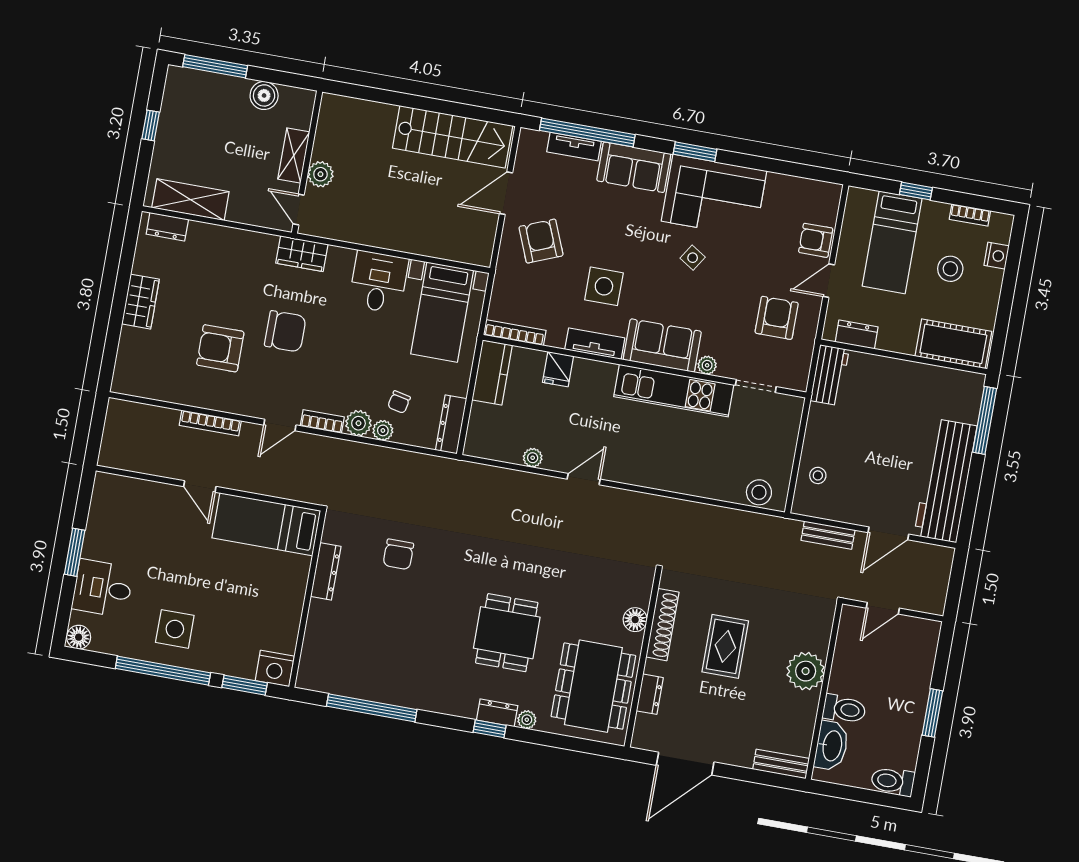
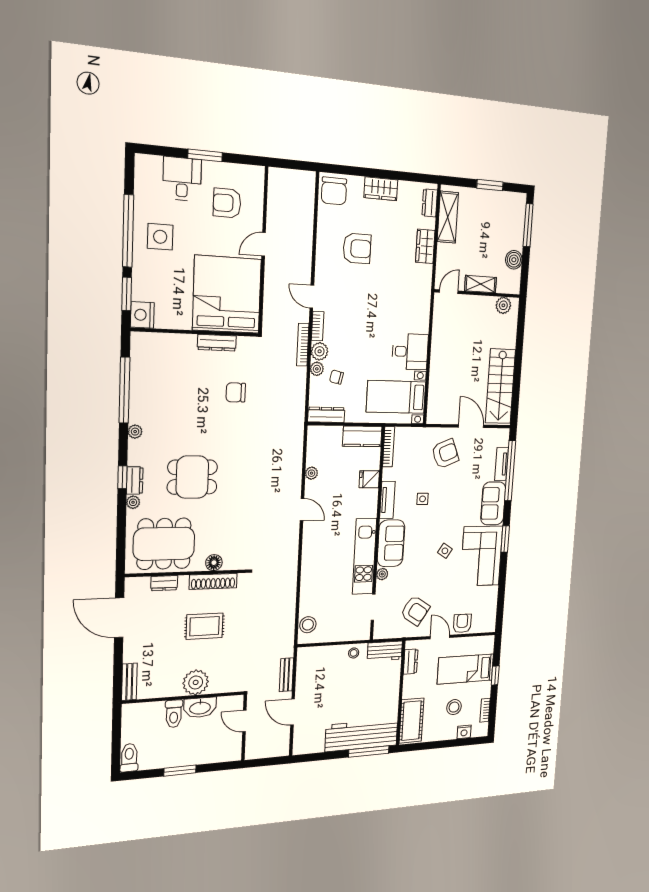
window: (151, 125) -> (490, 185), width x1.50
plant: (320, 174) -> (503, 305), moved
wardrobe: (302, 254) -> (425, 246), moved
side table: (604, 286) -> (423, 499), width x0.54, depth x0.54
armchair: (777, 318) -> (415, 611), turned 33
chair: (285, 331) -> (334, 191), moved
armchair: (220, 348) -> (357, 248), turned 90
bookcase: (210, 423) -> (303, 345), moved
stool: (818, 475) -> (354, 653), moved
workbench: (945, 481) -> (362, 735), moved
bed: (266, 524) -> (227, 295), width x2.04
armchair: (140, 531) -> (227, 203), added
floor lamp: (79, 637) -> (143, 164), removed
plant: (430, 702) -> (135, 432), added
washbasin: (831, 746) -> (200, 708), moved

